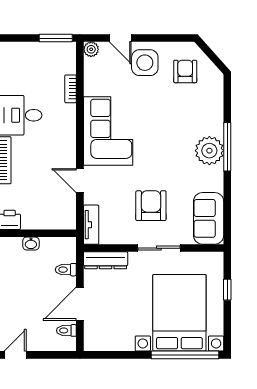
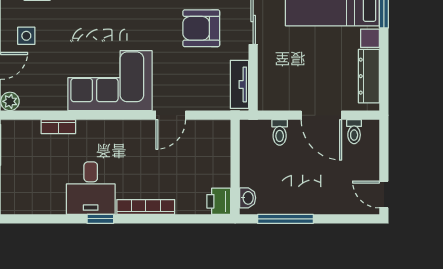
side table: (145, 63) -> (26, 36), width x0.54, depth x0.54
tv unit: (91, 225) -> (239, 84), moved, turned -90
washbasin: (31, 244) -> (248, 198), moved
dresser: (106, 260) -> (369, 76), moved, turned 180

